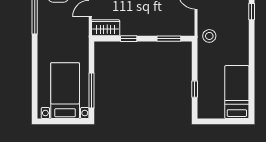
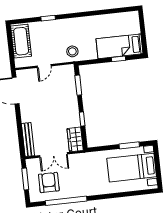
window: (92, 91) -> (129, 145), width x0.69
bed: (237, 92) -> (119, 46), moved

